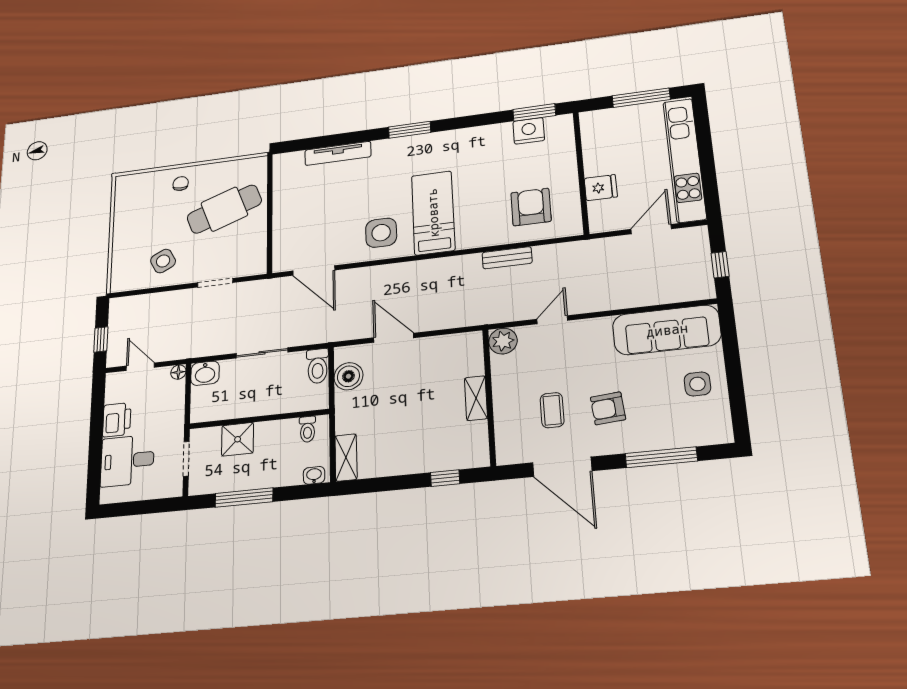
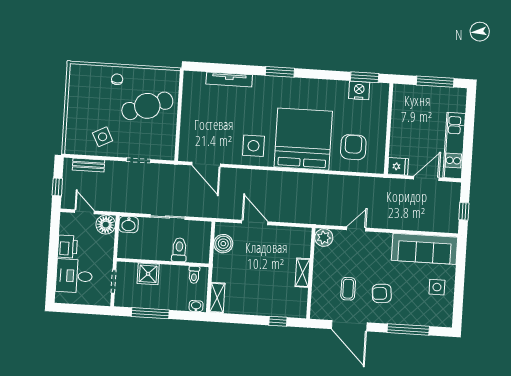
kitchen unit: (685, 160) -> (454, 146), width x0.73
fridge: (601, 188) -> (398, 166), moved
bed: (433, 213) -> (303, 139), width x2.04
bench: (507, 258) -> (89, 165), moved
toilet: (317, 366) -> (179, 250), moved, turned 180
floor lamp: (178, 372) -> (106, 225), width x1.89, depth x1.89

